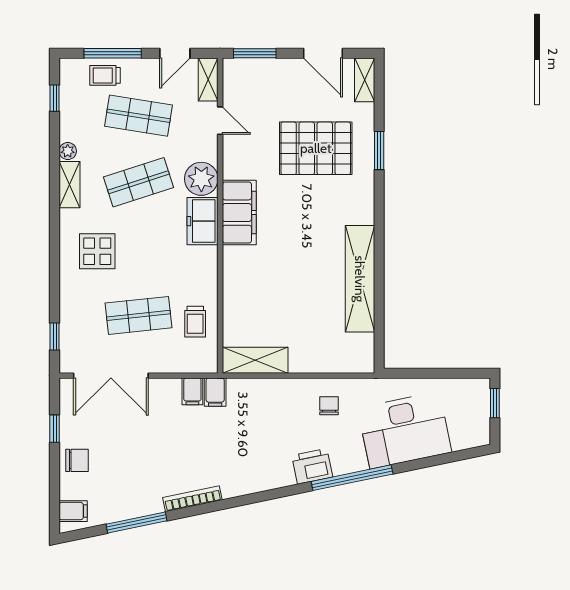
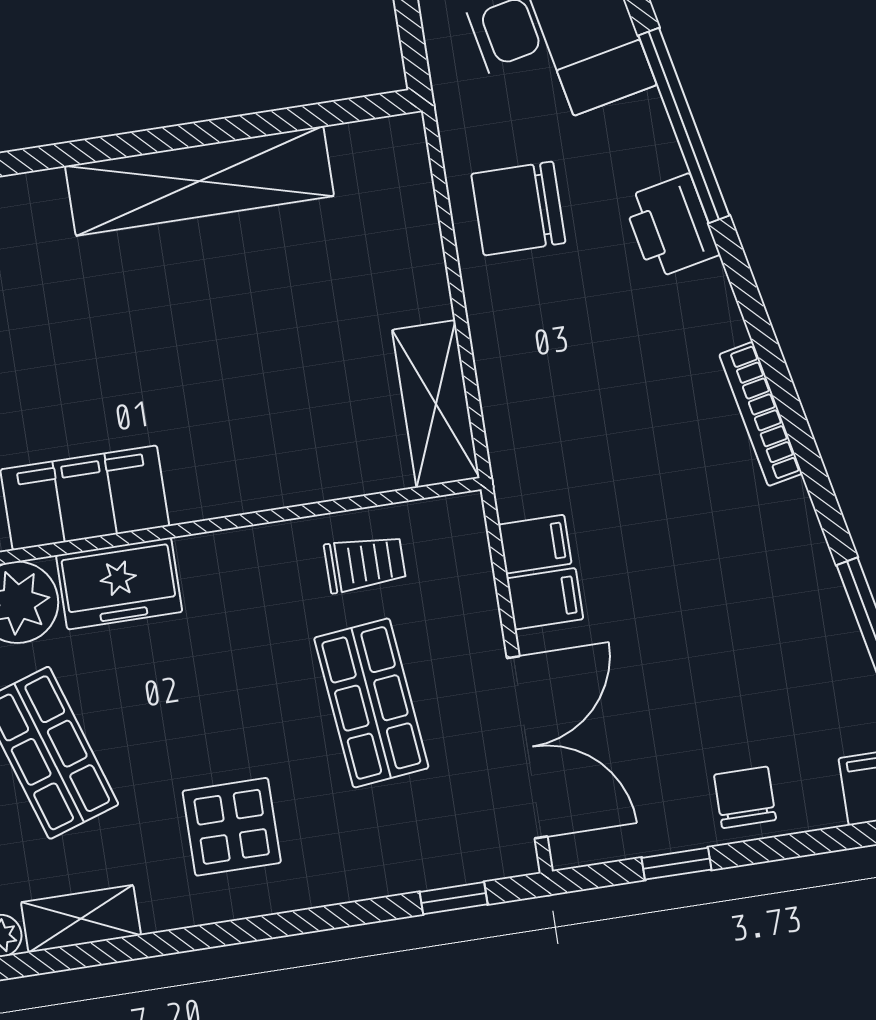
filing cabinet: (215, 392) -> (545, 599), moved
chair: (329, 406) -> (518, 208), width x1.87, depth x1.87
bookcase: (192, 499) -> (761, 414), moved

